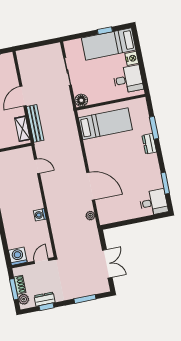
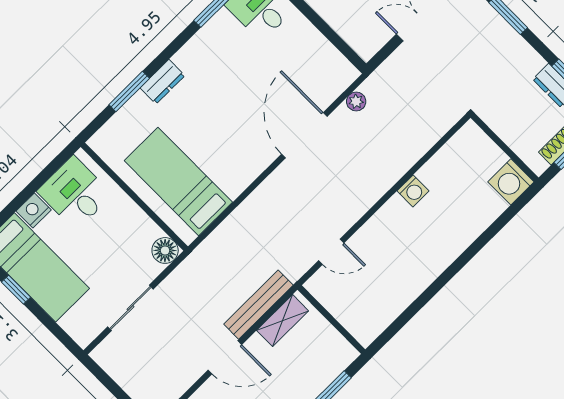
door: (37, 166) -> (331, 252), swing flipped
door: (41, 261) -> (492, 135), removed

